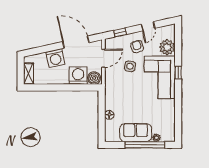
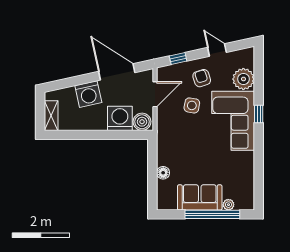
door: (148, 26) -> (217, 50), swing flipped

